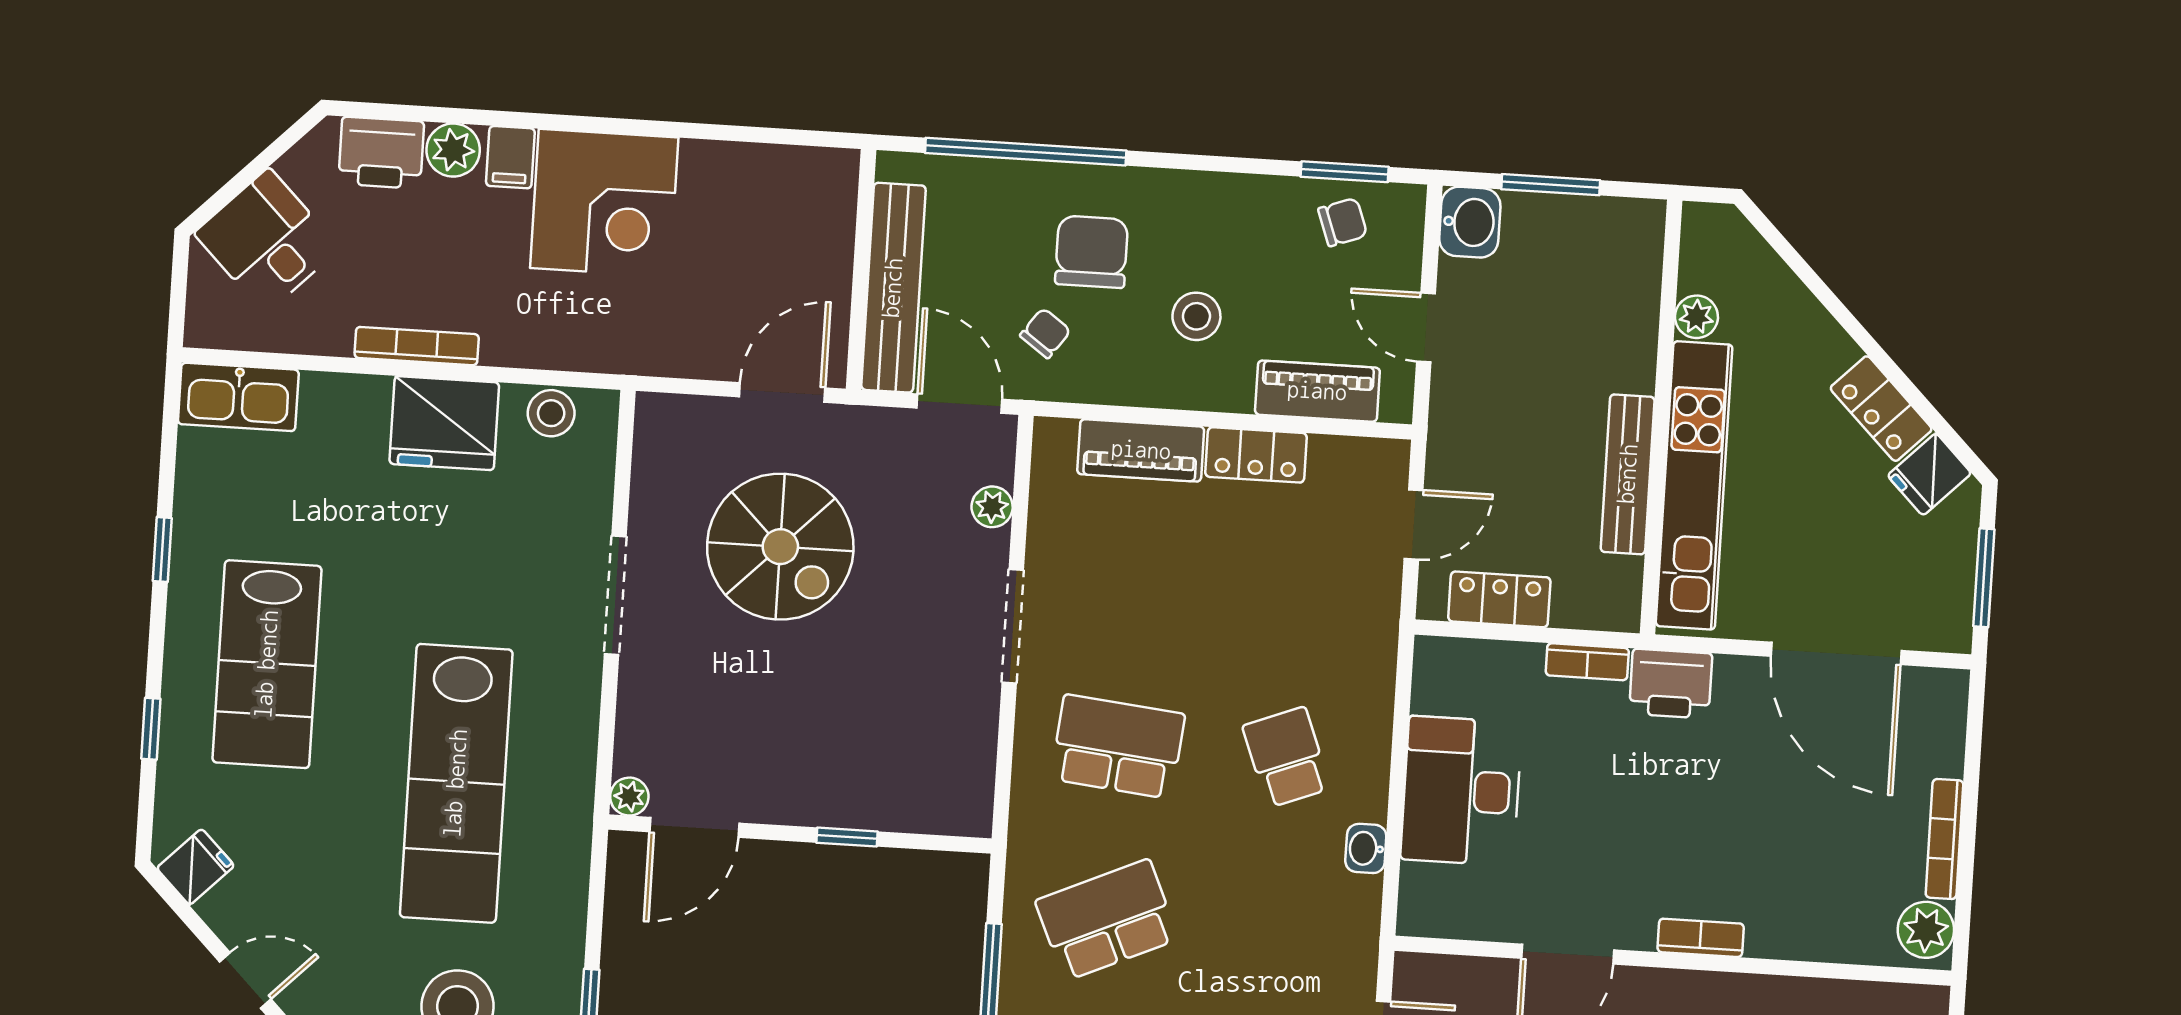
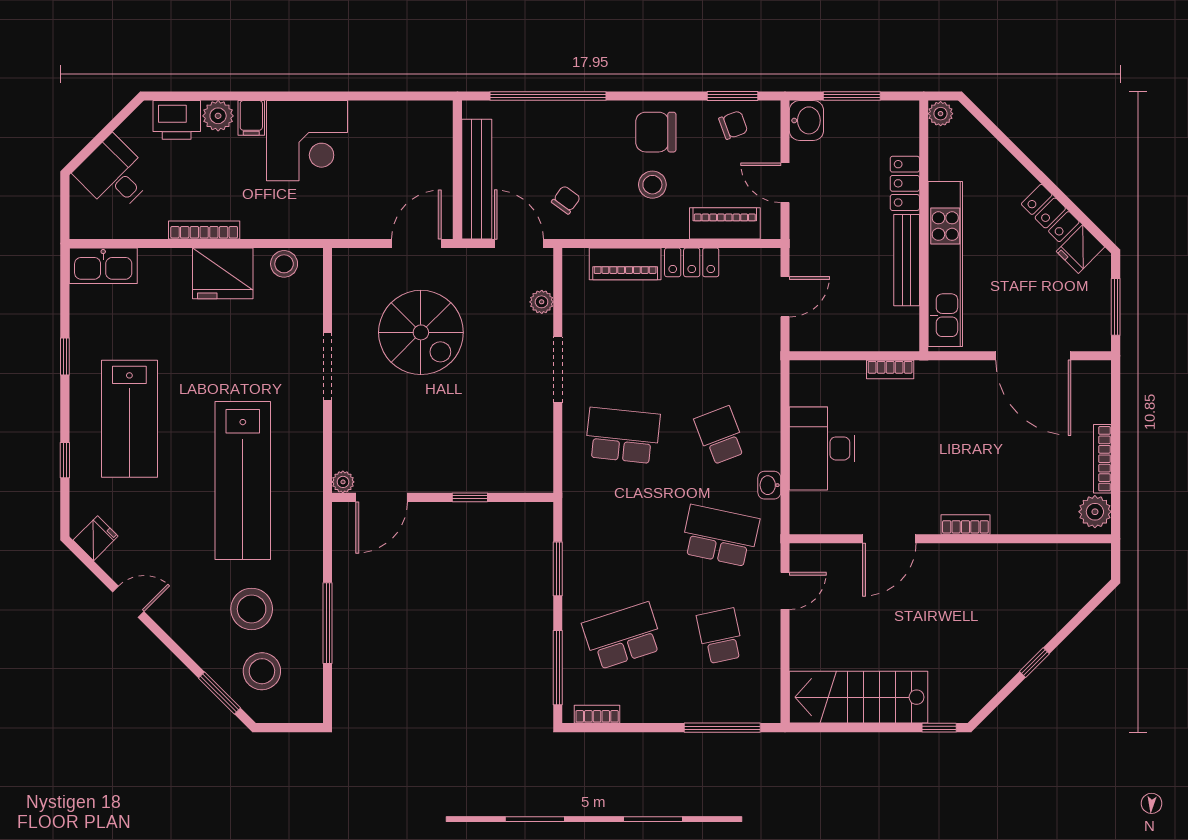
chair: (1092, 252) -> (656, 132), moved, turned -90
plant: (1696, 317) -> (941, 114), moved
locker: (1499, 599) -> (905, 183), moved, turned -90
printer: (1671, 684) -> (939, 379), removed
school desk: (1107, 920) -> (720, 536), moved, turned 36

